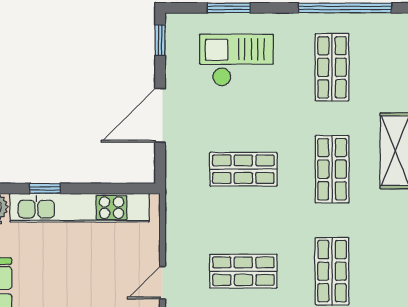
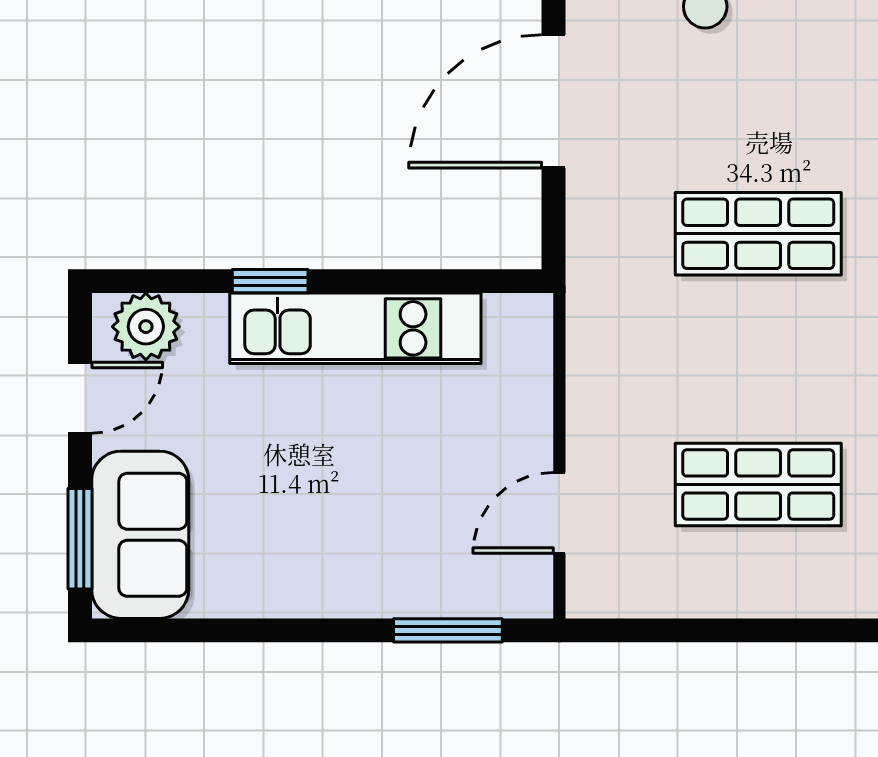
kitchen unit: (80, 208) -> (355, 328), width x0.73

